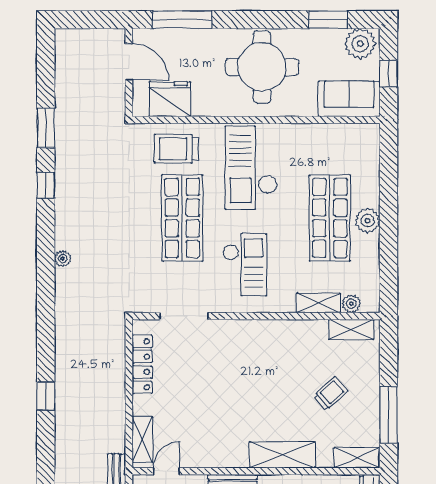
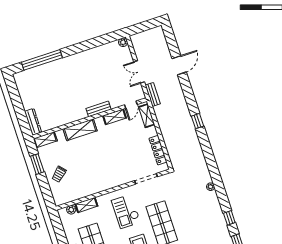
shelving: (351, 329) -> (115, 117), moved
trolley: (330, 394) -> (59, 174), moved
window: (389, 415) -> (37, 164), width x0.69

